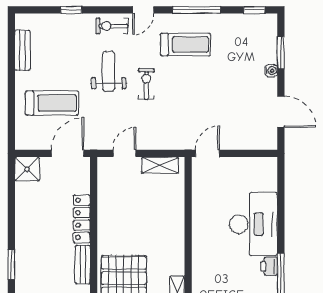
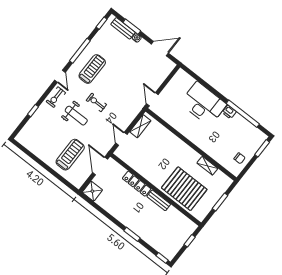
bench: (23, 50) -> (123, 28), moved
weight bench: (109, 71) -> (76, 116), turned 180

